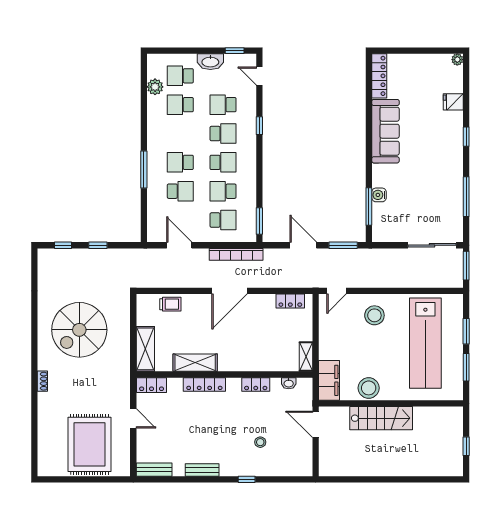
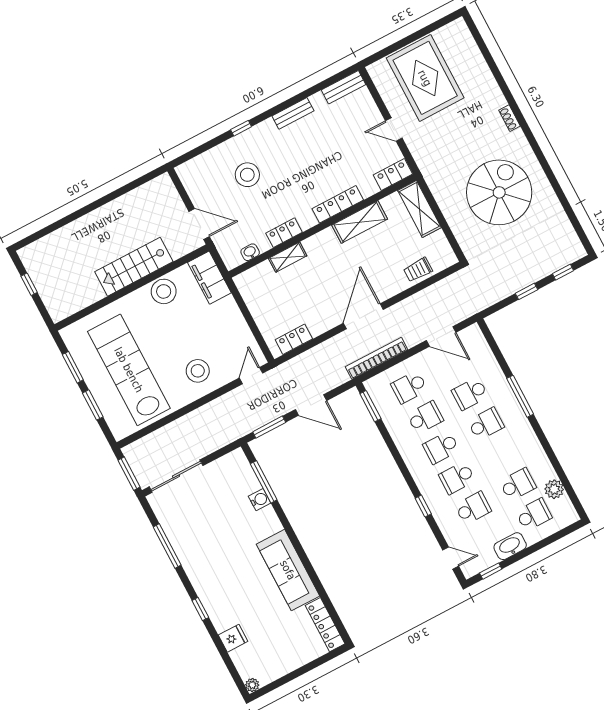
shelving: (306, 357) -> (288, 257), moved, turned 90
stool: (260, 442) -> (247, 175), width x1.89, depth x1.89

